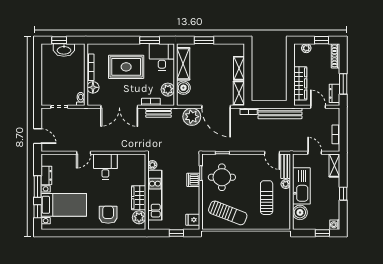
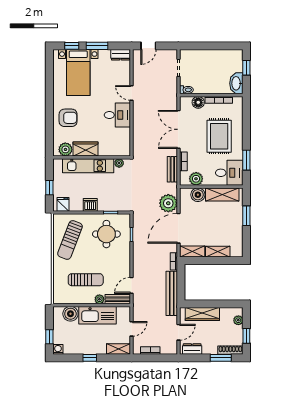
washbasin: (64, 50) -> (236, 83), moved
window: (343, 84) -> (221, 358), moved
dresser: (46, 175) -> (120, 55), moved
dishwasher: (193, 180) -> (90, 205), moved

